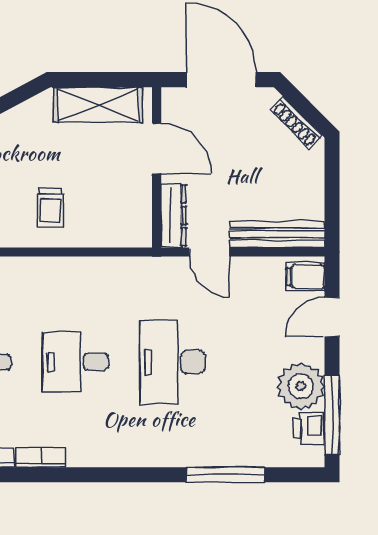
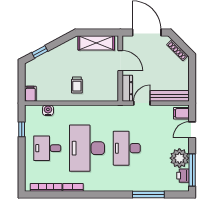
door: (209, 252) -> (142, 103), swing flipped
desk: (75, 362) -> (87, 148), width x1.87, depth x1.30

